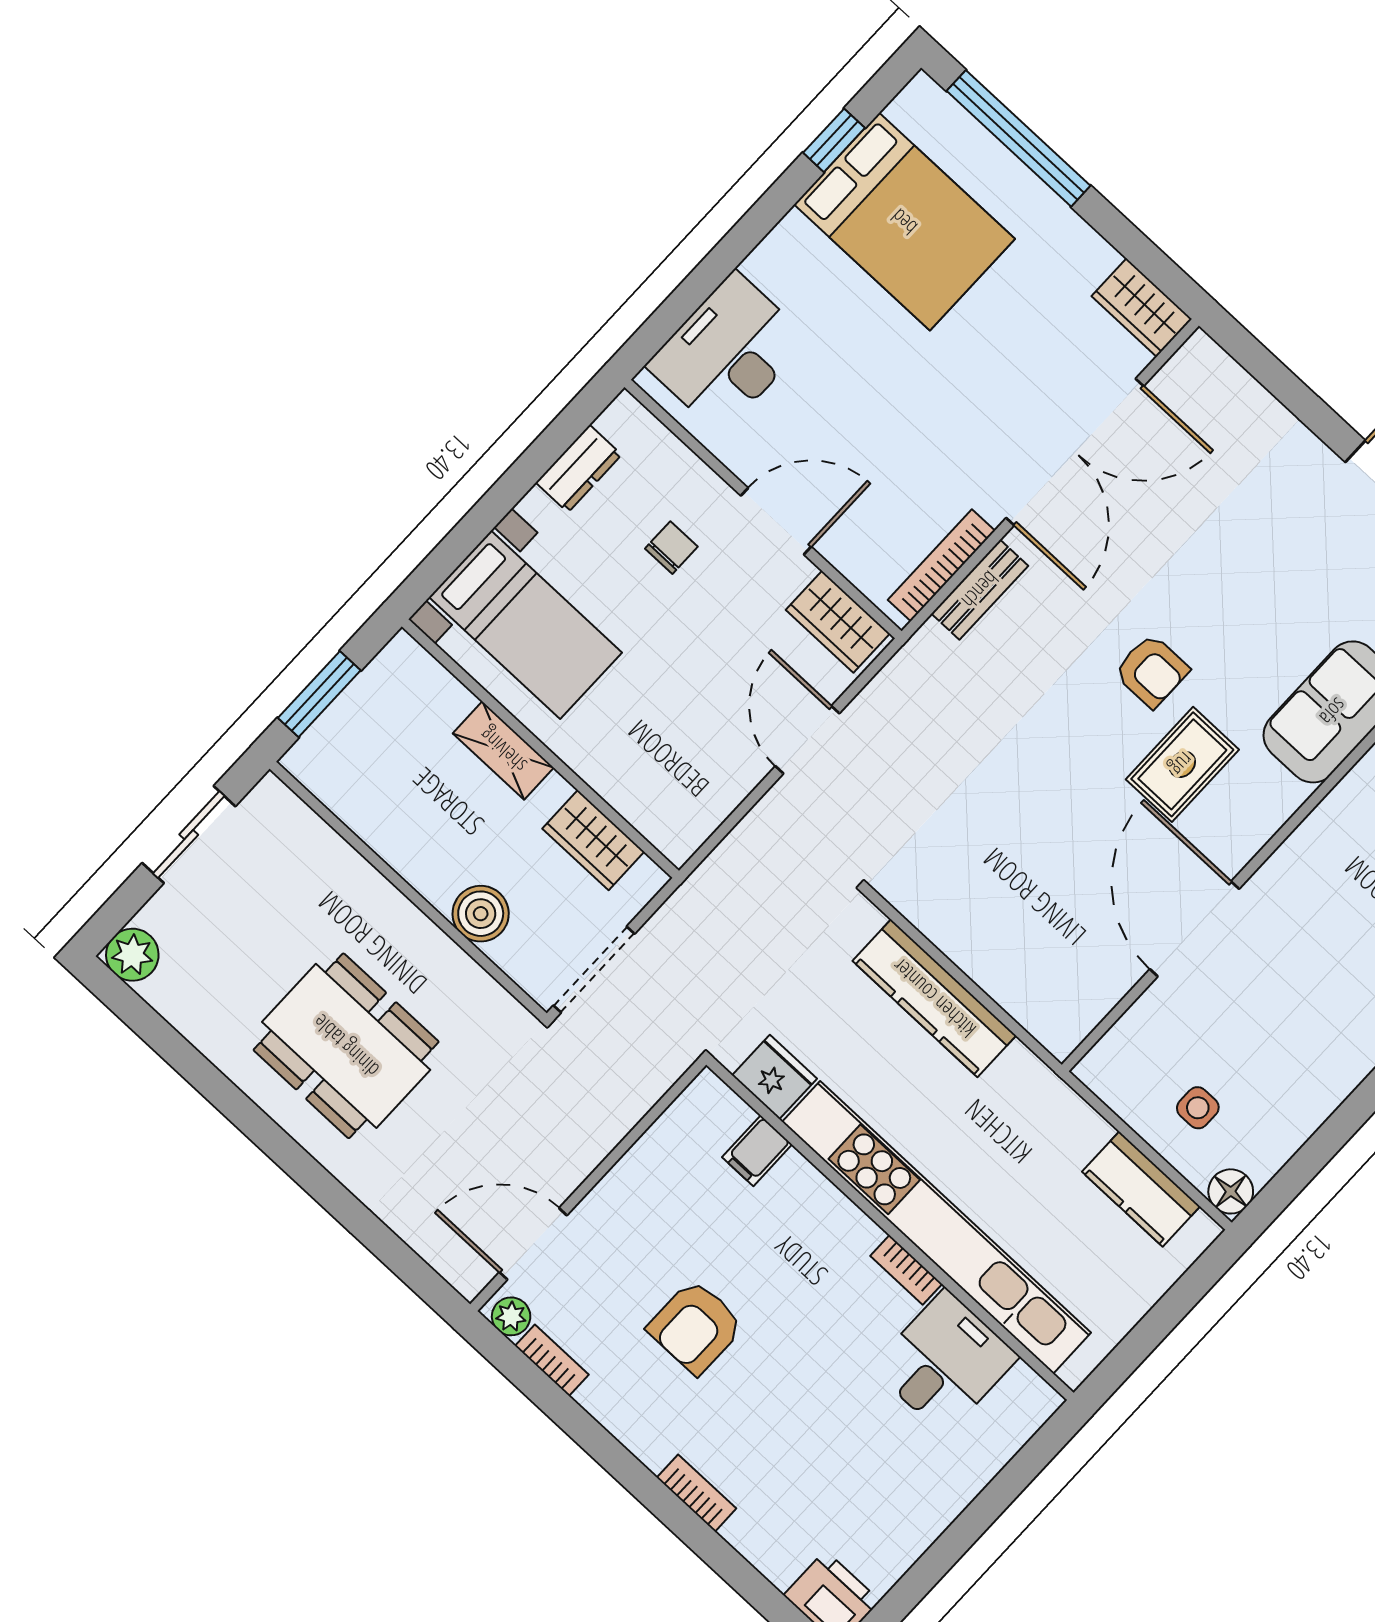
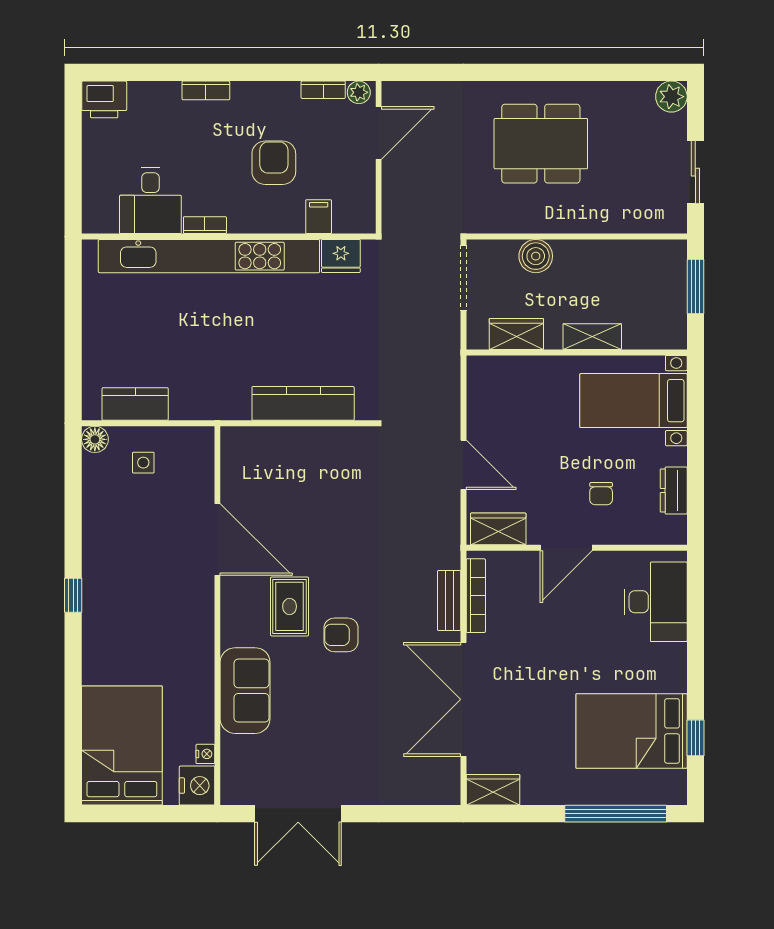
fridge: (774, 1077) -> (341, 256), moved
filing cabinet: (757, 1151) -> (319, 217), moved
kitchen unit: (937, 1227) -> (209, 256), moved
wall: (890, 1229) -> (229, 237), moved
bookcase: (906, 1270) -> (205, 225), moved
desk: (945, 1362) -> (150, 201), moved

